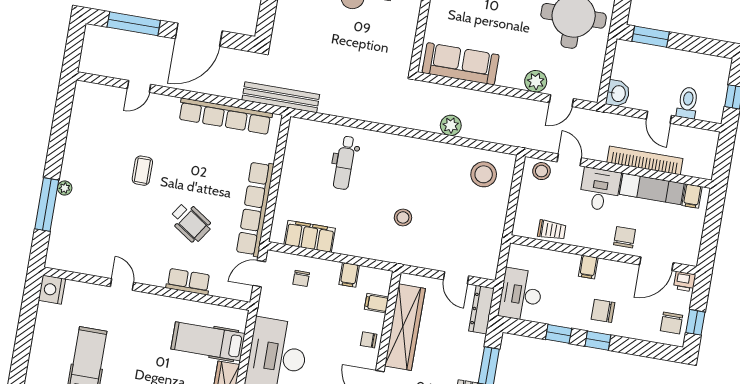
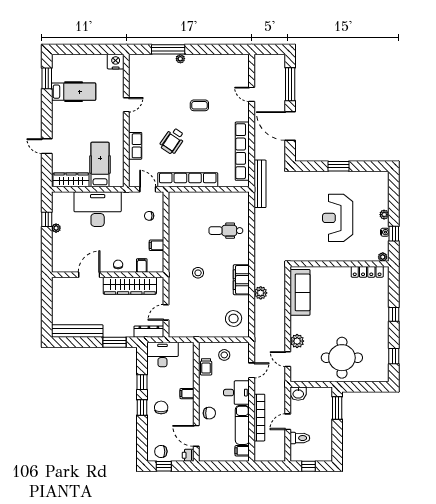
stool: (542, 171) -> (224, 355), moved
filing cabinet: (310, 236) -> (241, 280), moved, turned 180

